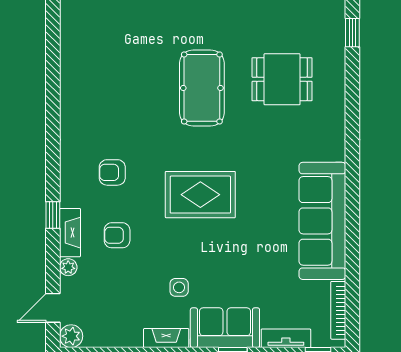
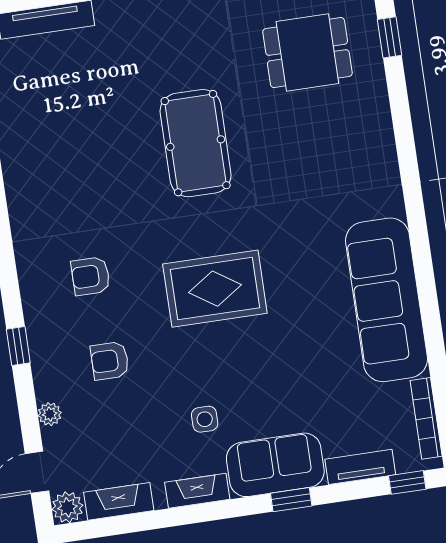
dining table: (282, 79) -> (307, 52), moved
fireplace: (70, 233) -> (119, 501), moved, turned -90

